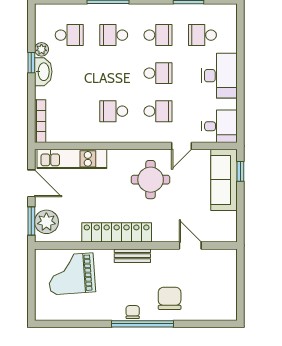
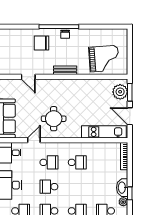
school desk: (158, 111) -> (49, 162), turned 180
locker: (117, 232) -> (75, 85), removed
chair: (170, 298) -> (42, 43), turned 90

